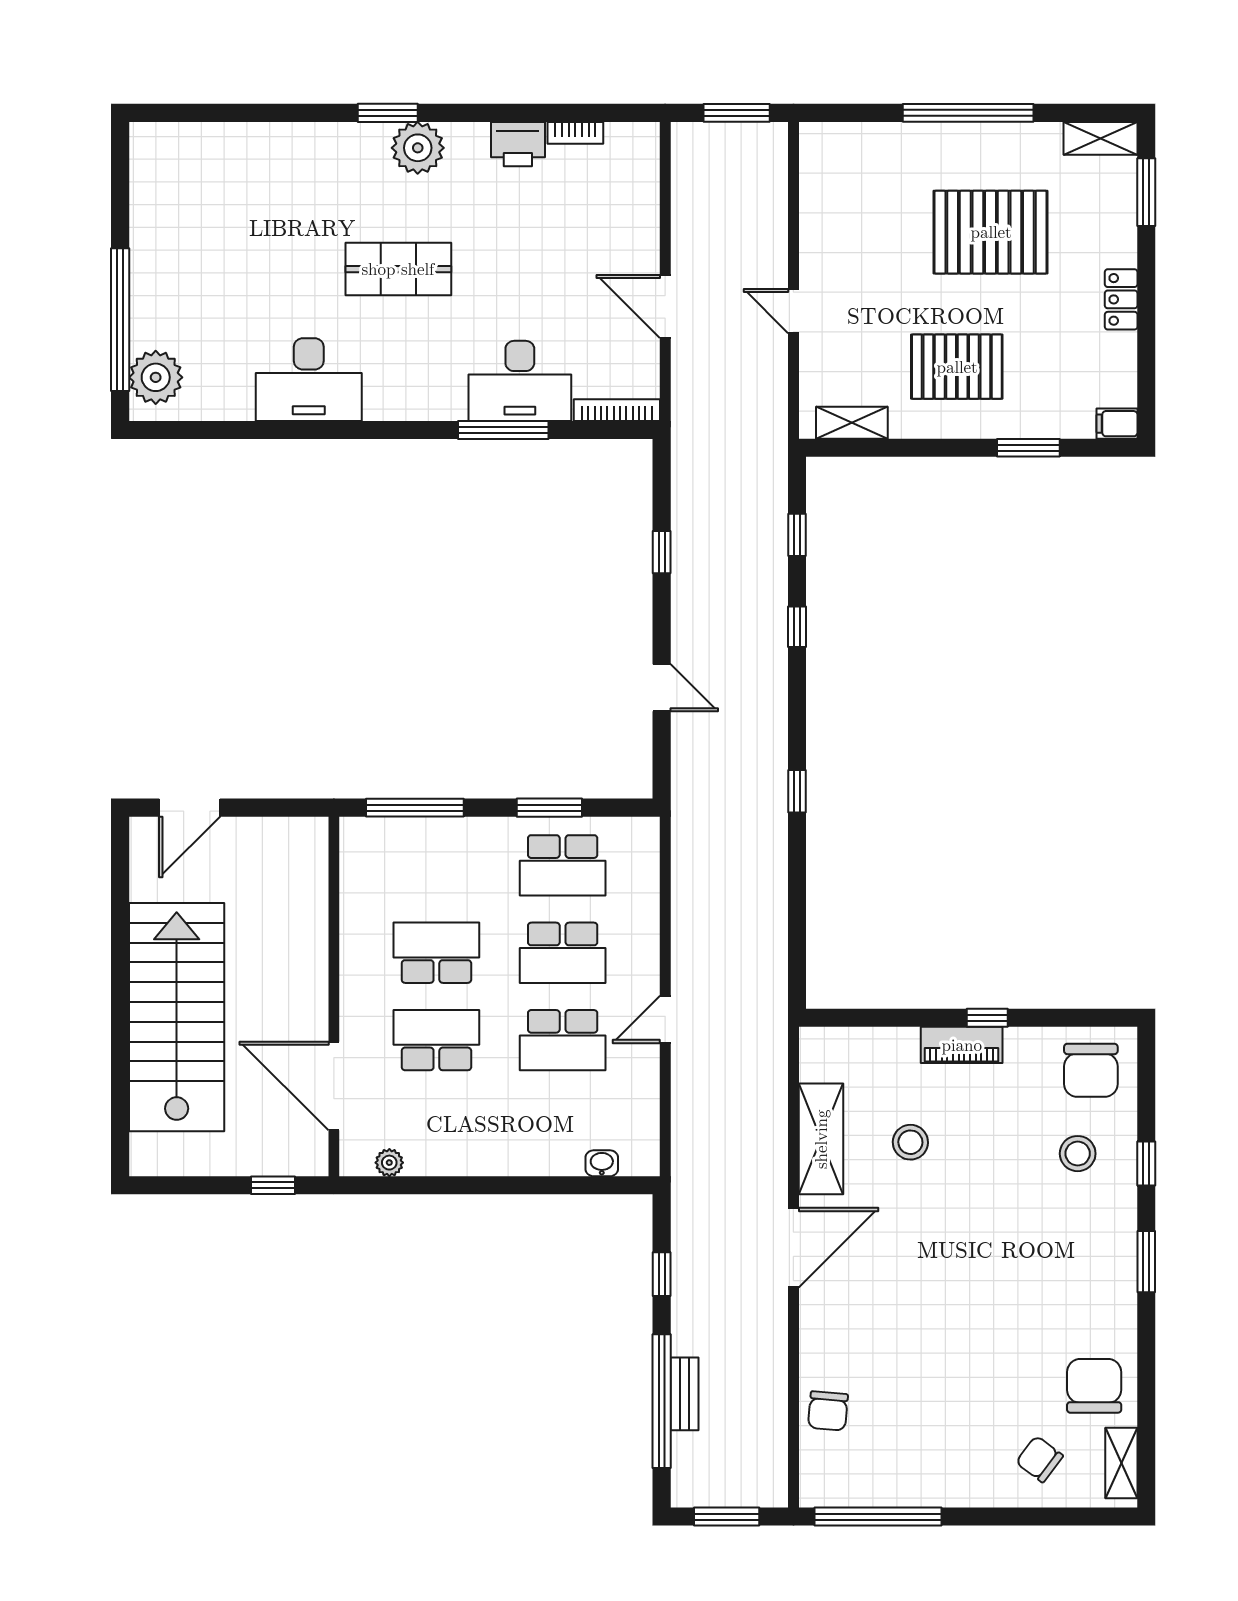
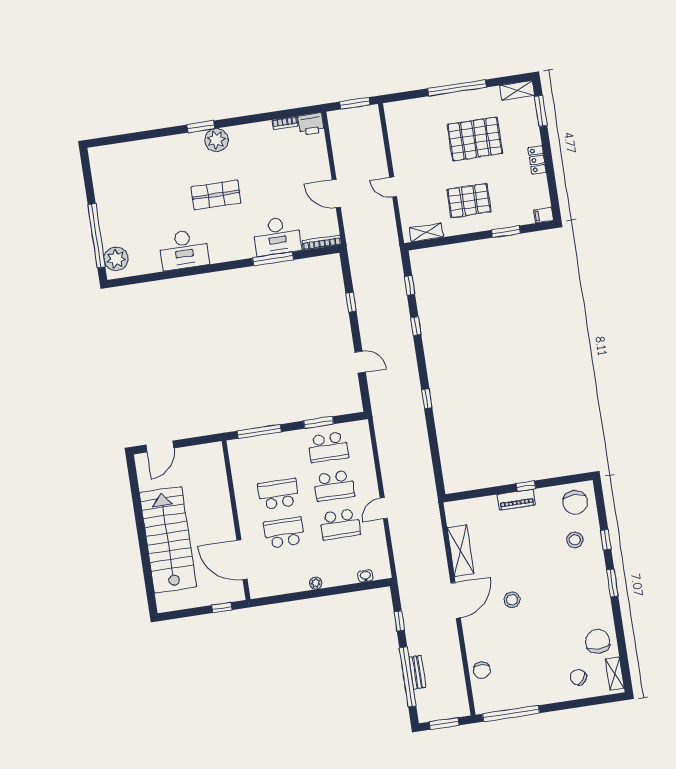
printer: (518, 144) -> (311, 124), moved
stool: (910, 1142) -> (512, 600), moved
plant: (389, 1163) -> (316, 583), moved

